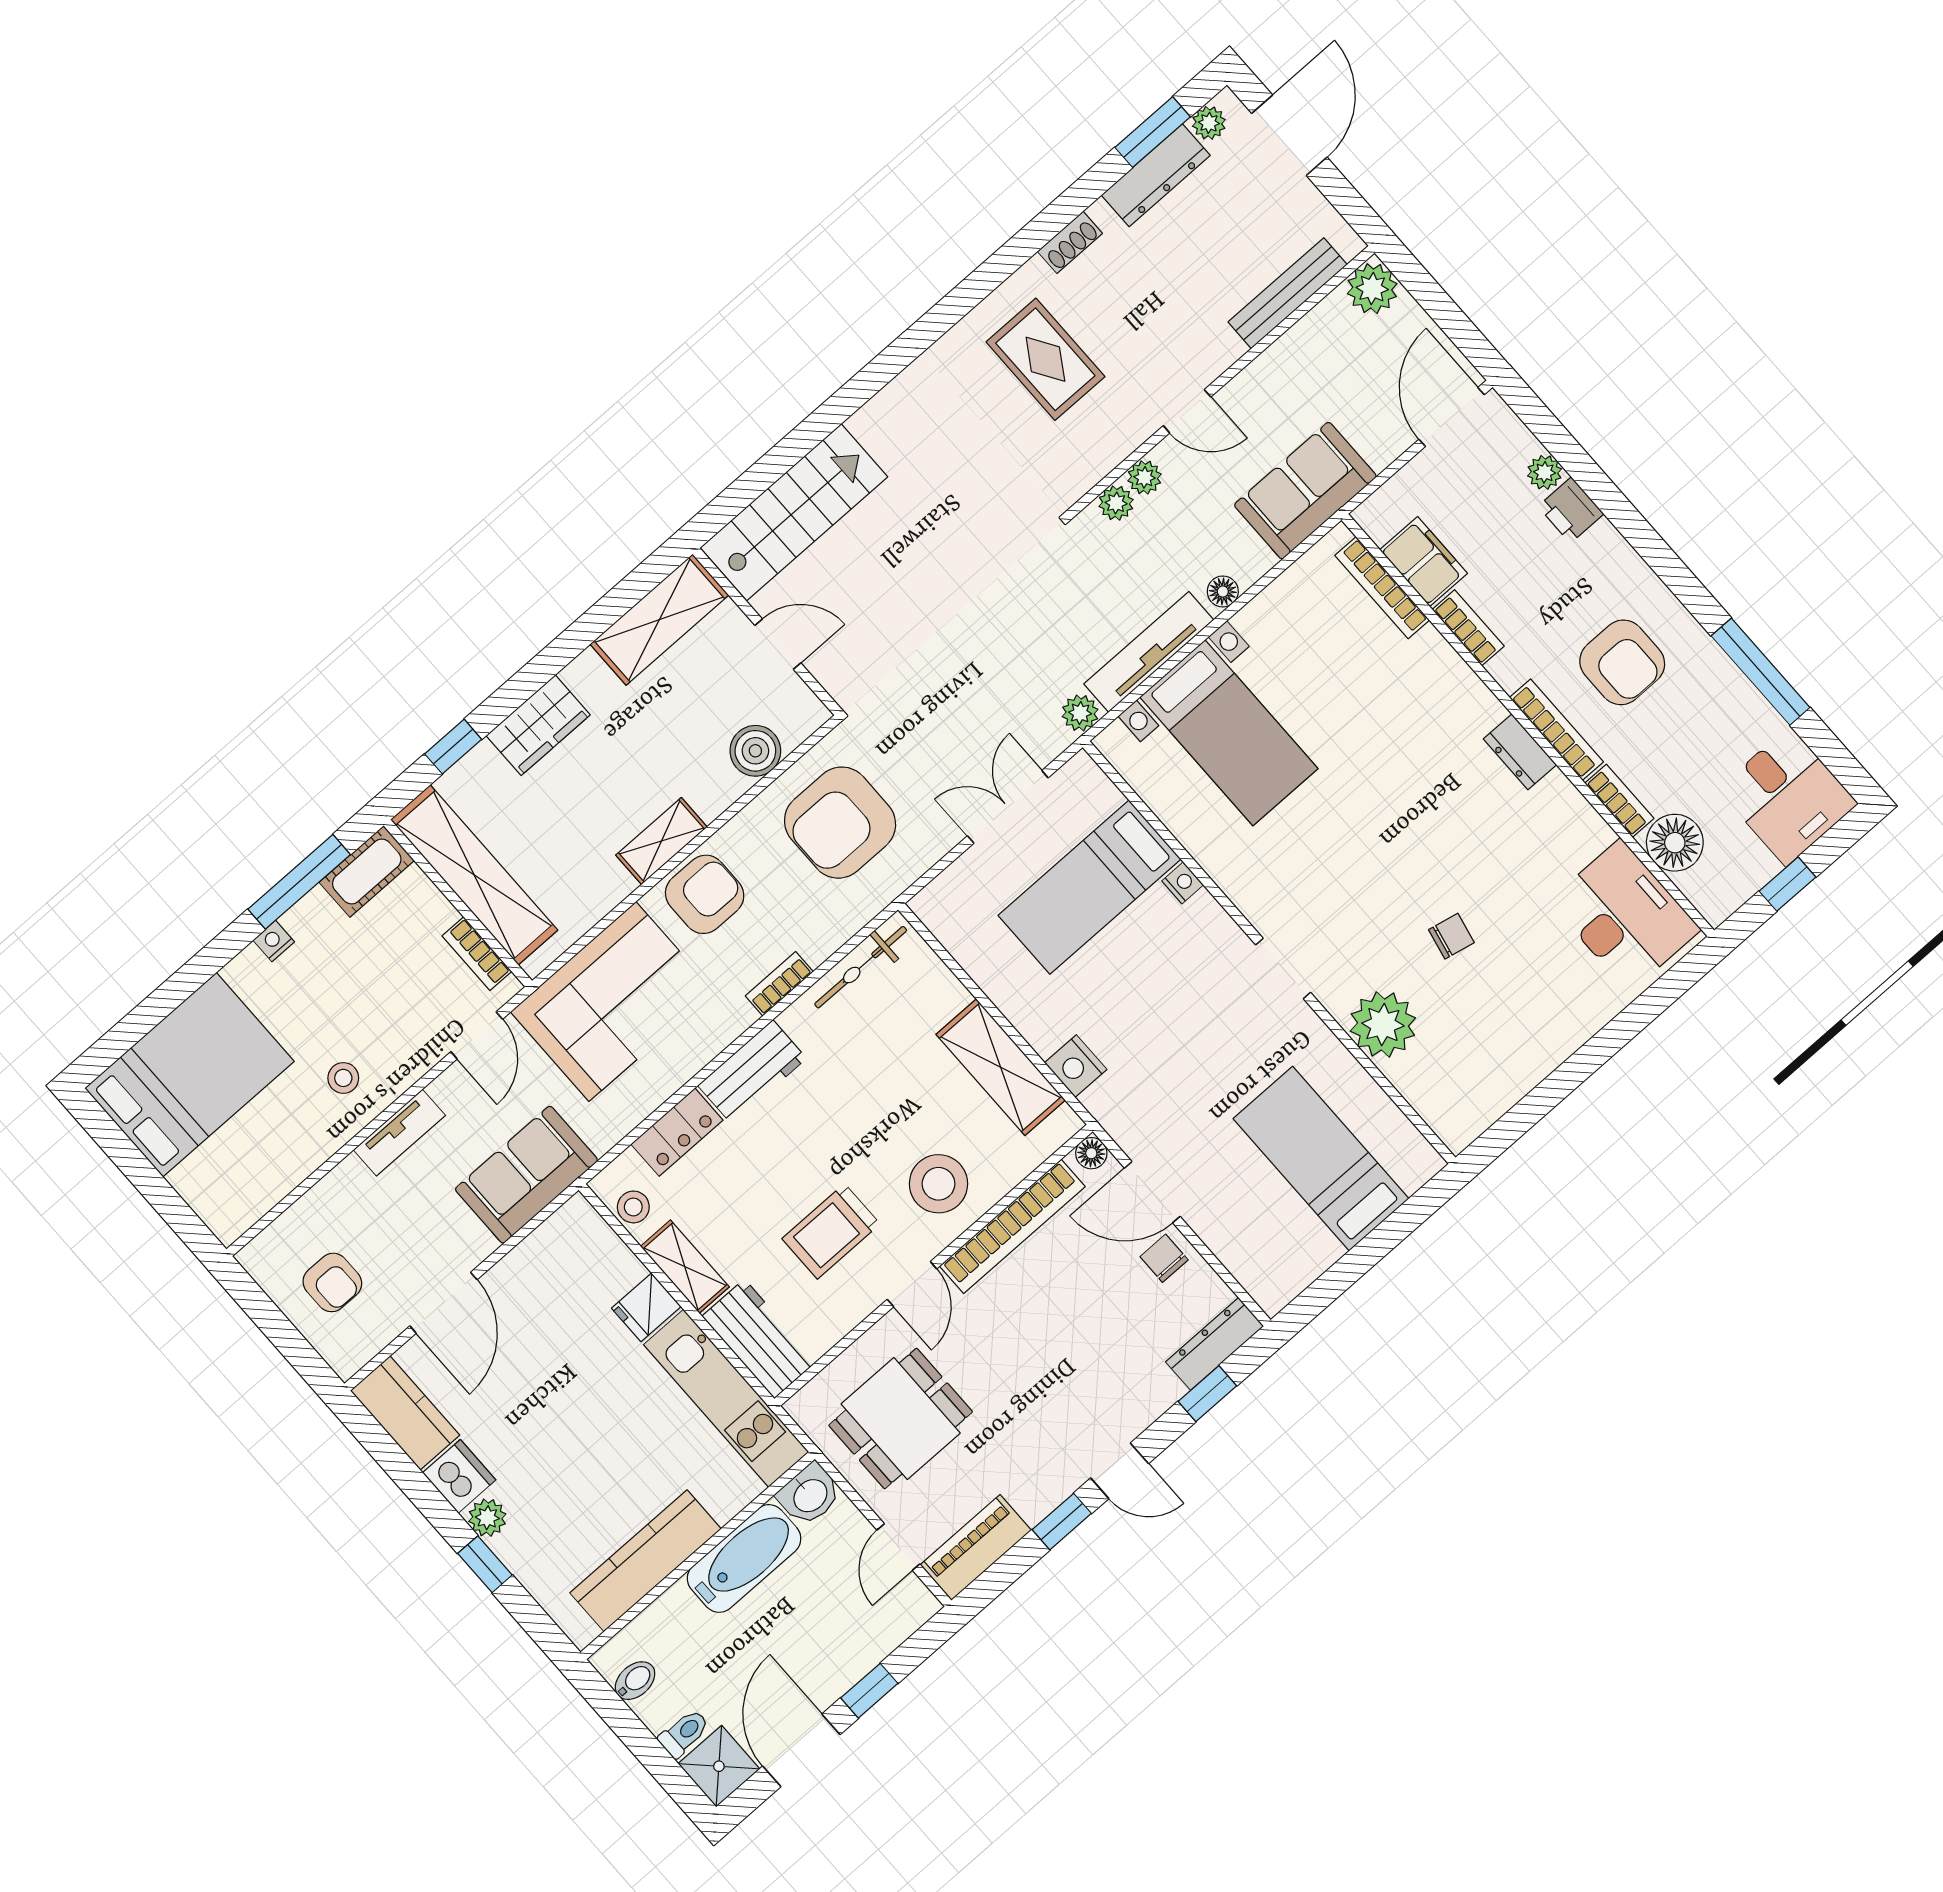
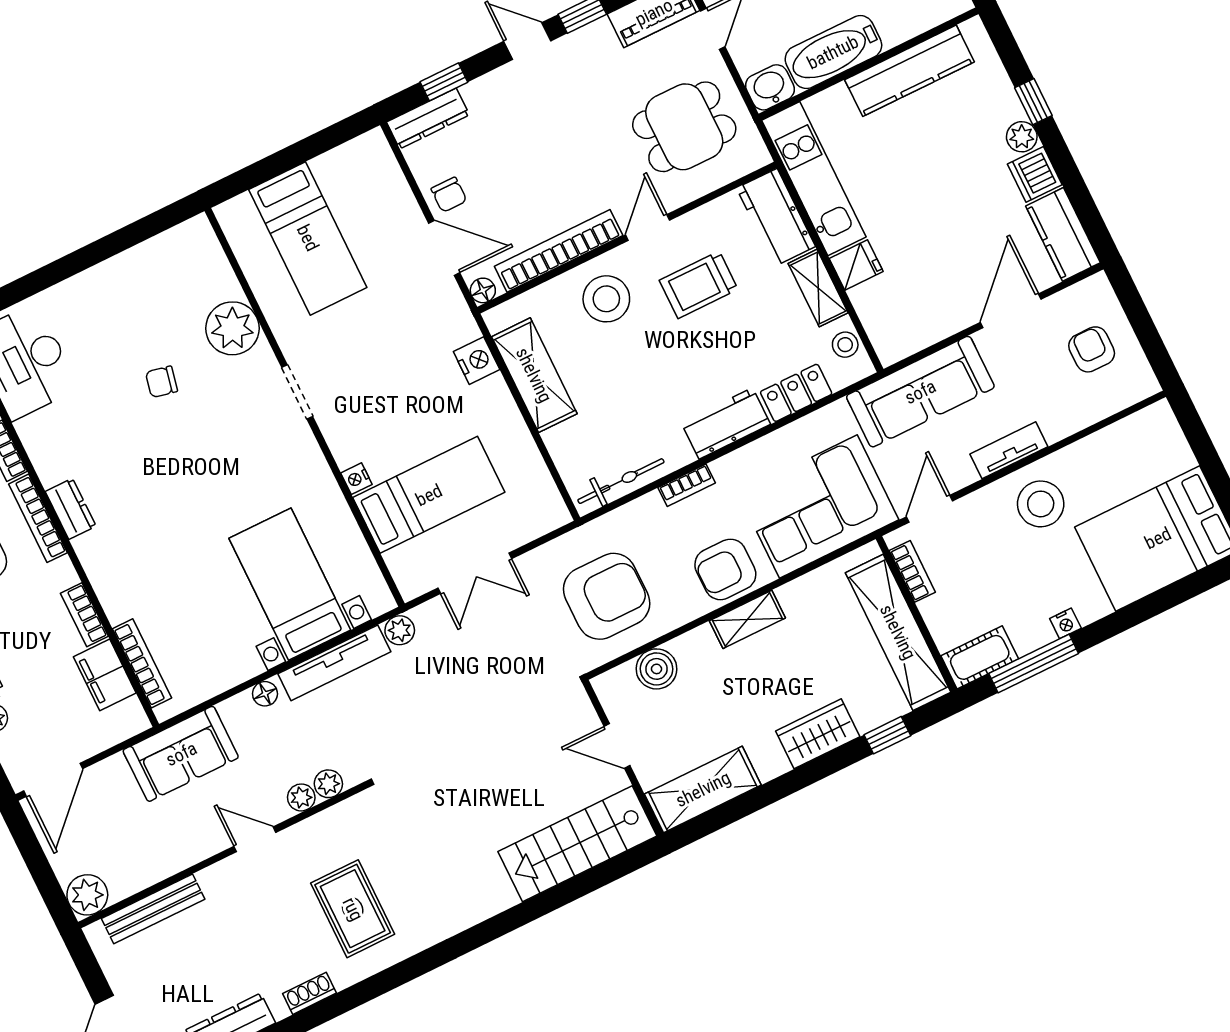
stool: (343, 1078) -> (1041, 504), width x1.89, depth x1.89
sofa: (526, 1175) -> (920, 392), width x1.36
trolley: (831, 1231) -> (699, 285), turned 180

